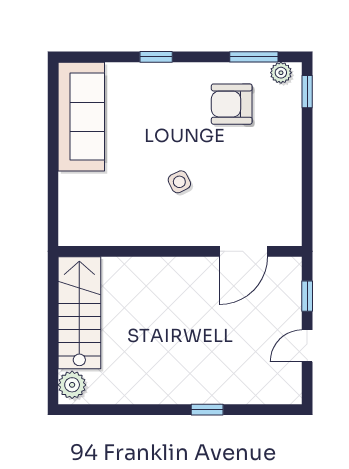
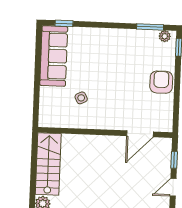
window: (156, 57) -> (64, 23), moved
armchair: (232, 104) -> (161, 82), moved, turned 90
side table: (179, 182) -> (81, 98), moved

